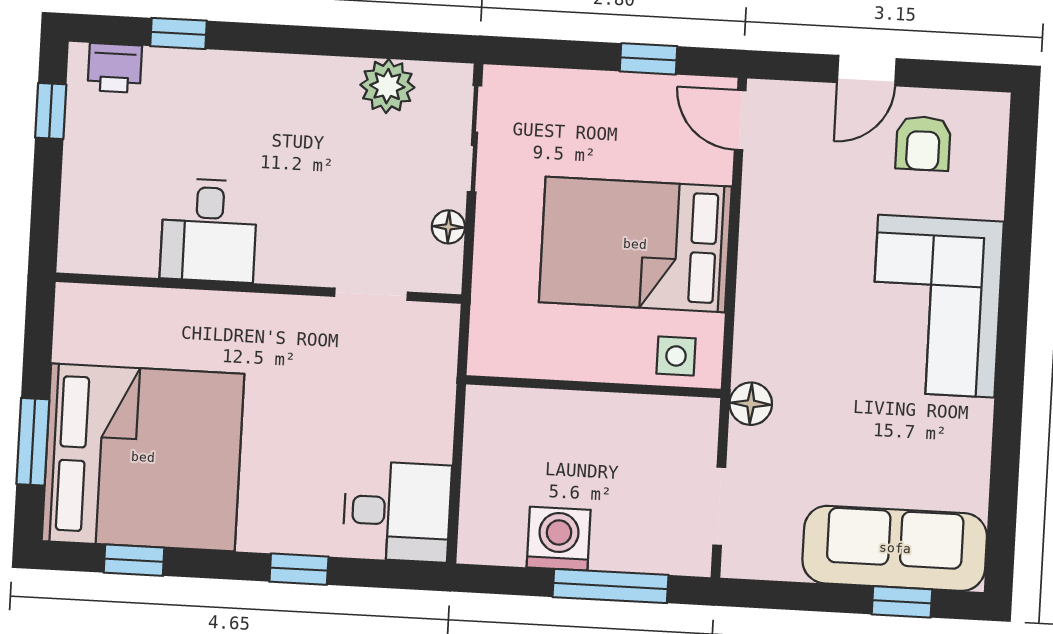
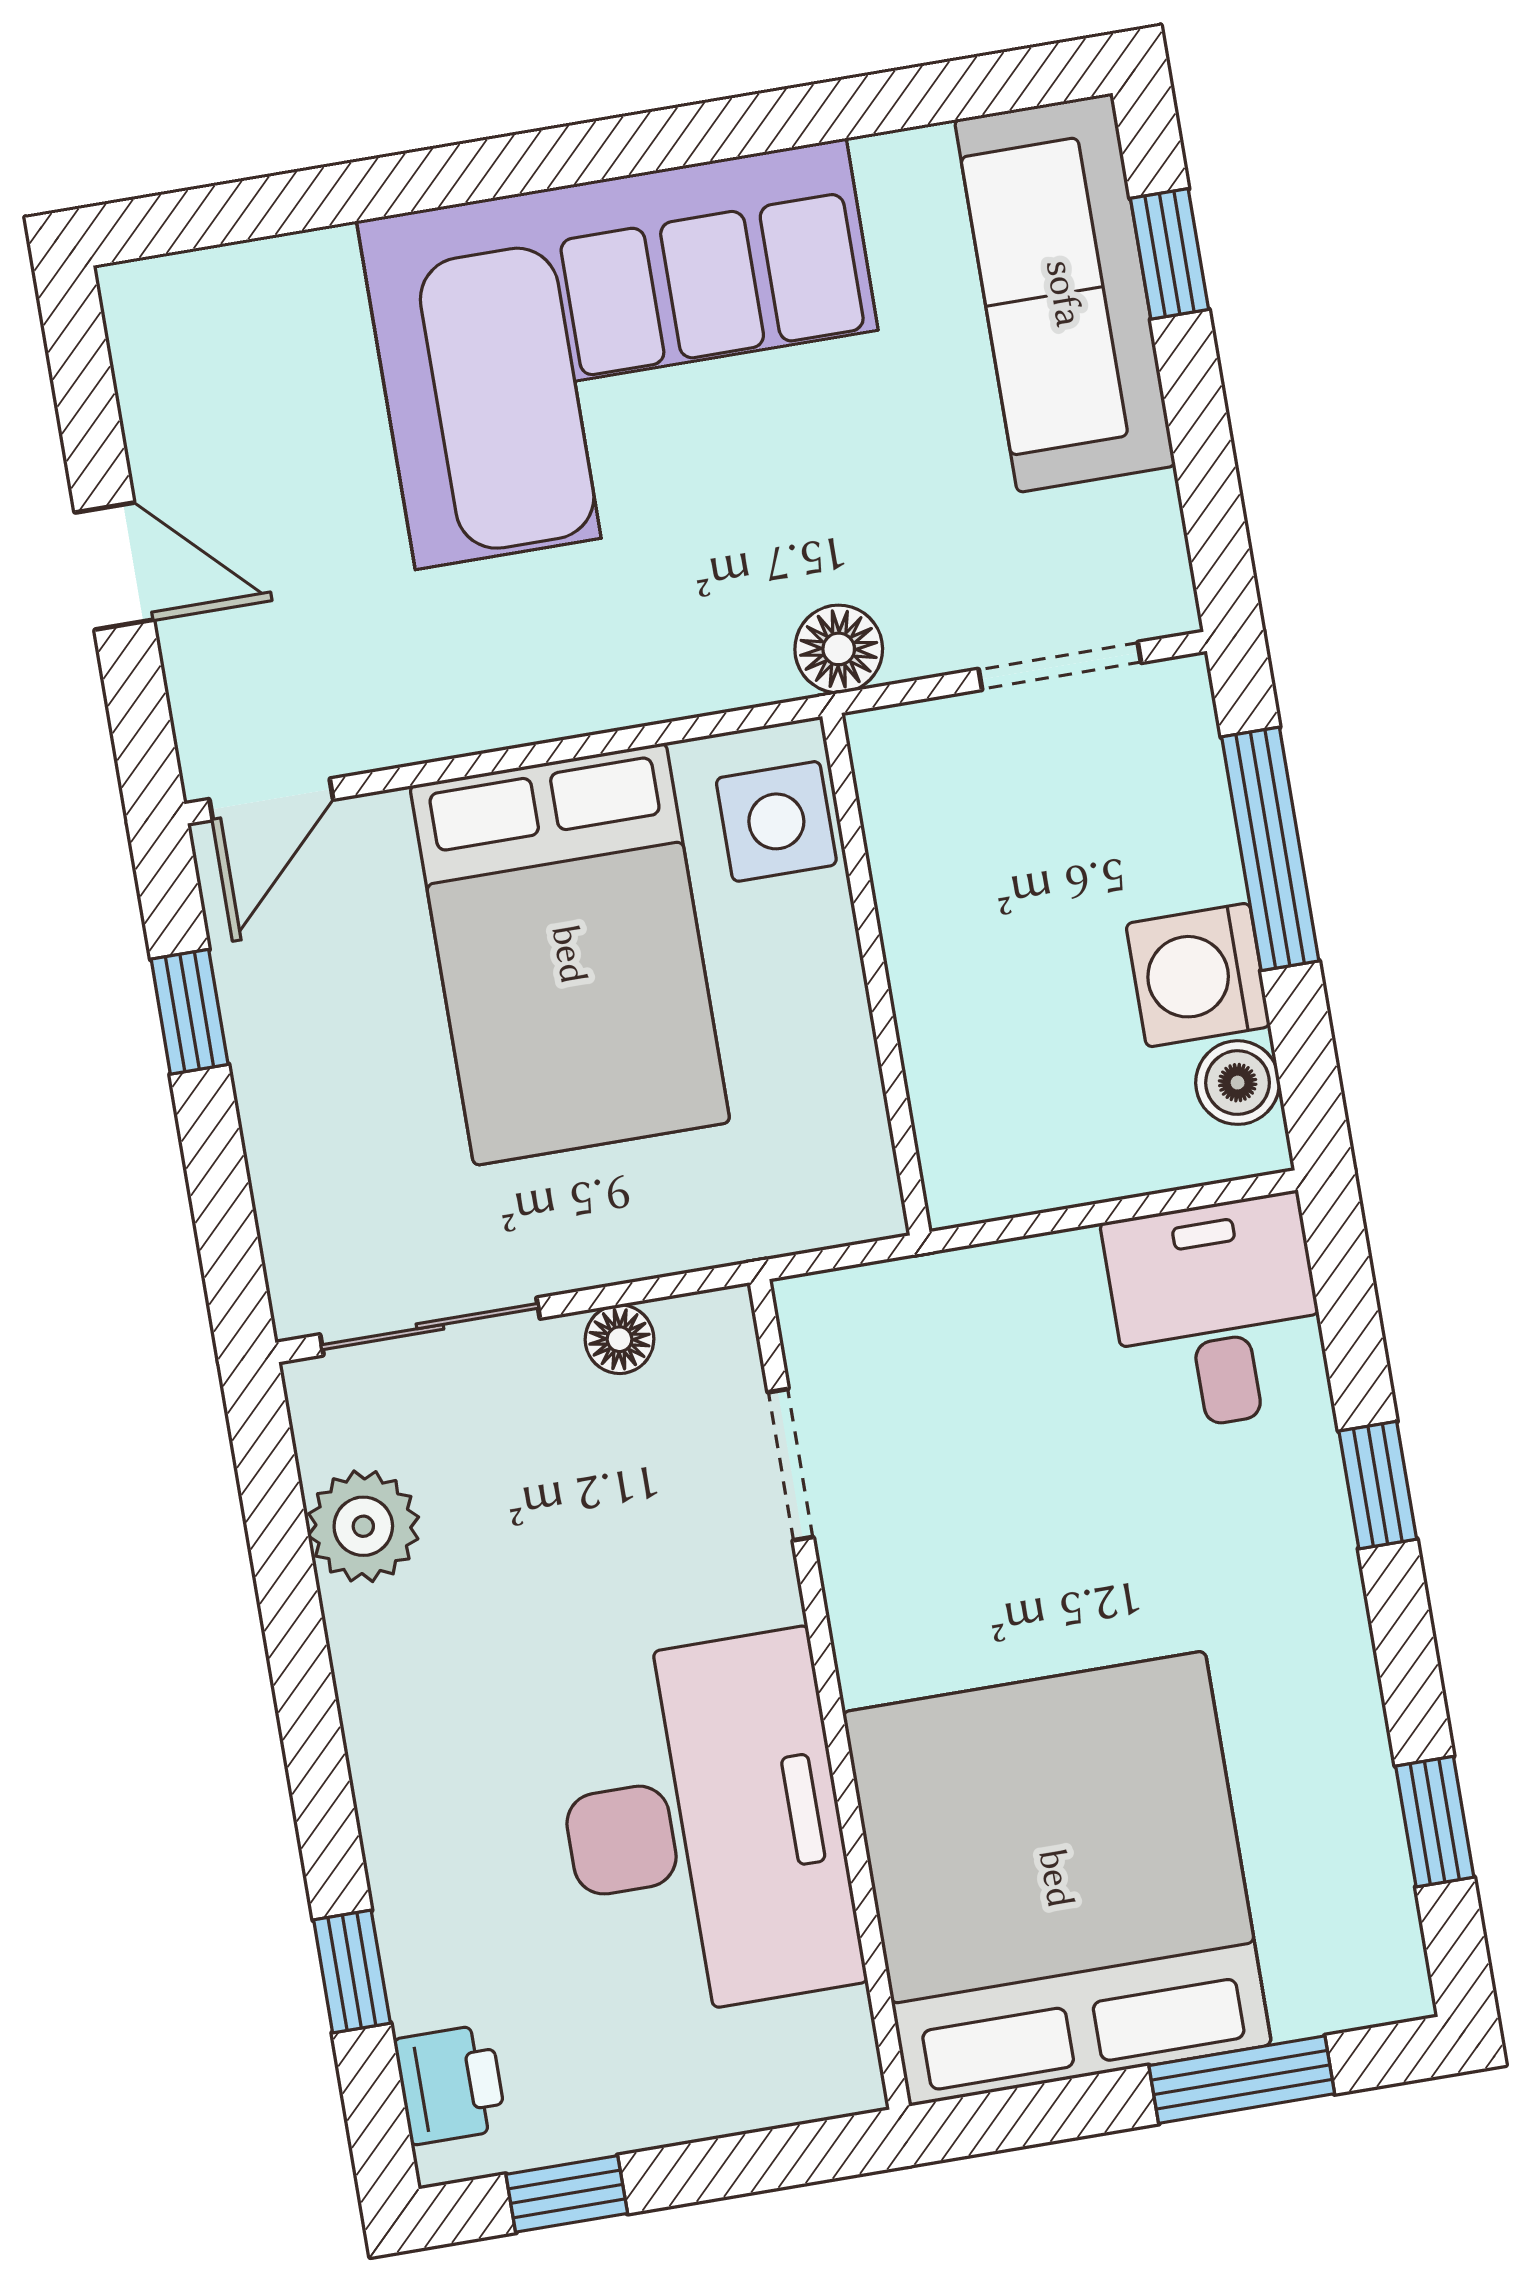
armchair: (923, 143) -> (235, 420), removed
desk: (209, 230) -> (704, 1826), width x1.87, depth x1.30
corner sofa: (936, 306) -> (631, 354), width x1.36, depth x1.36
side table: (676, 356) -> (776, 821), width x1.37, depth x1.37
bed: (143, 457) -> (1057, 1878), moved
boiler: (504, 546) -> (1238, 1083), added

